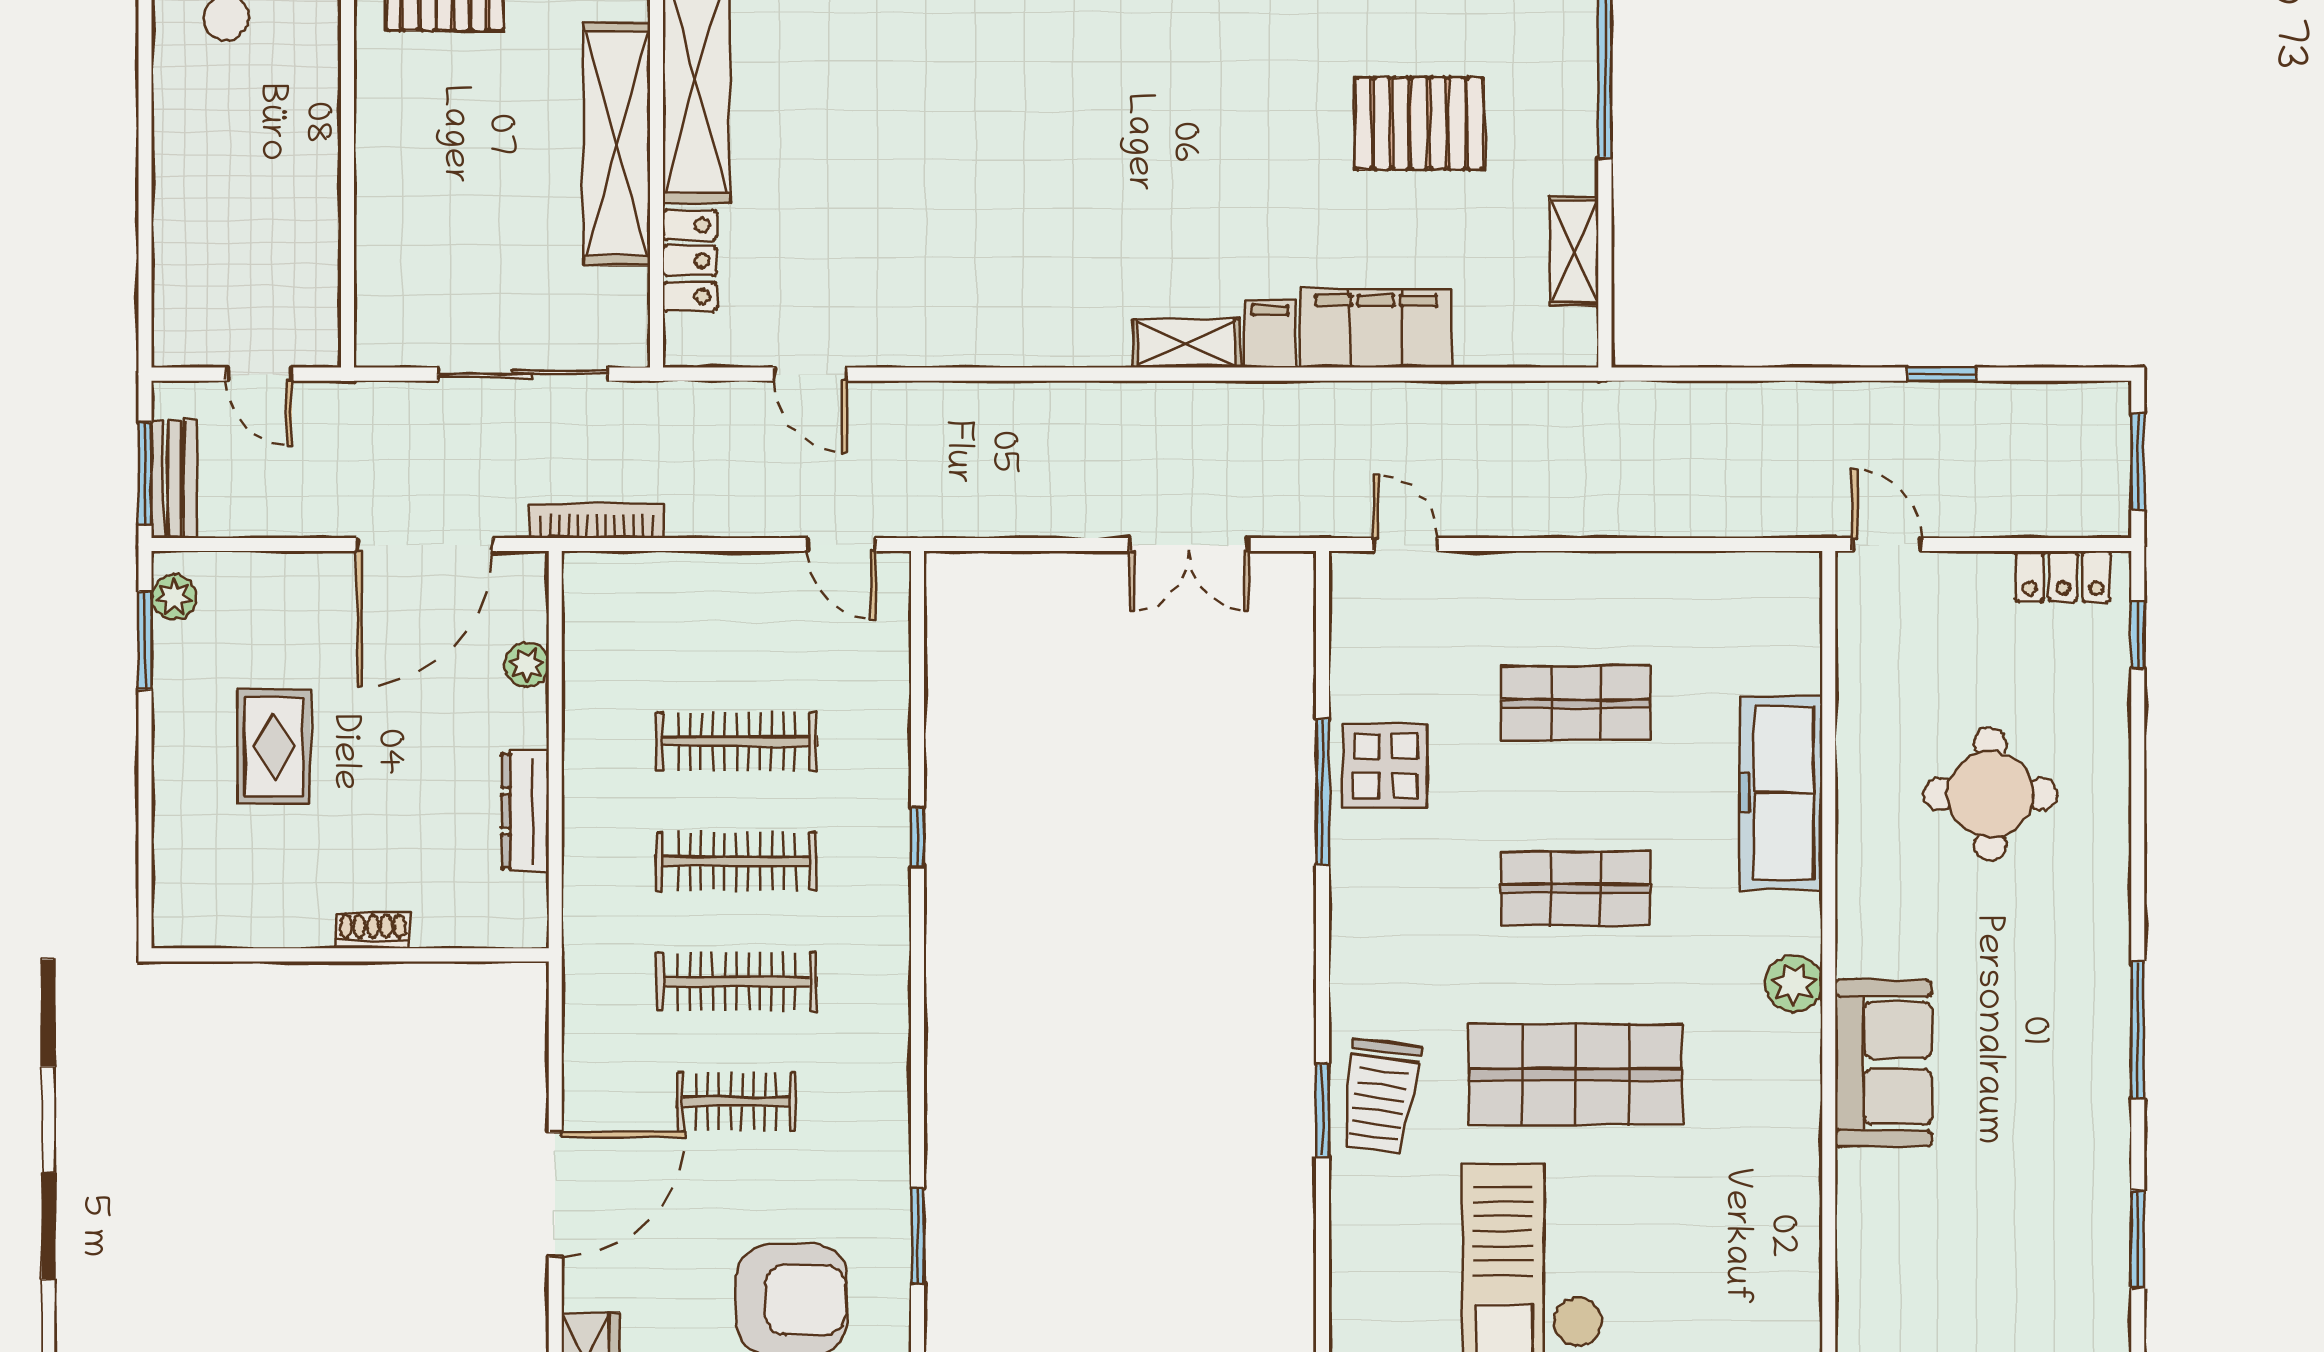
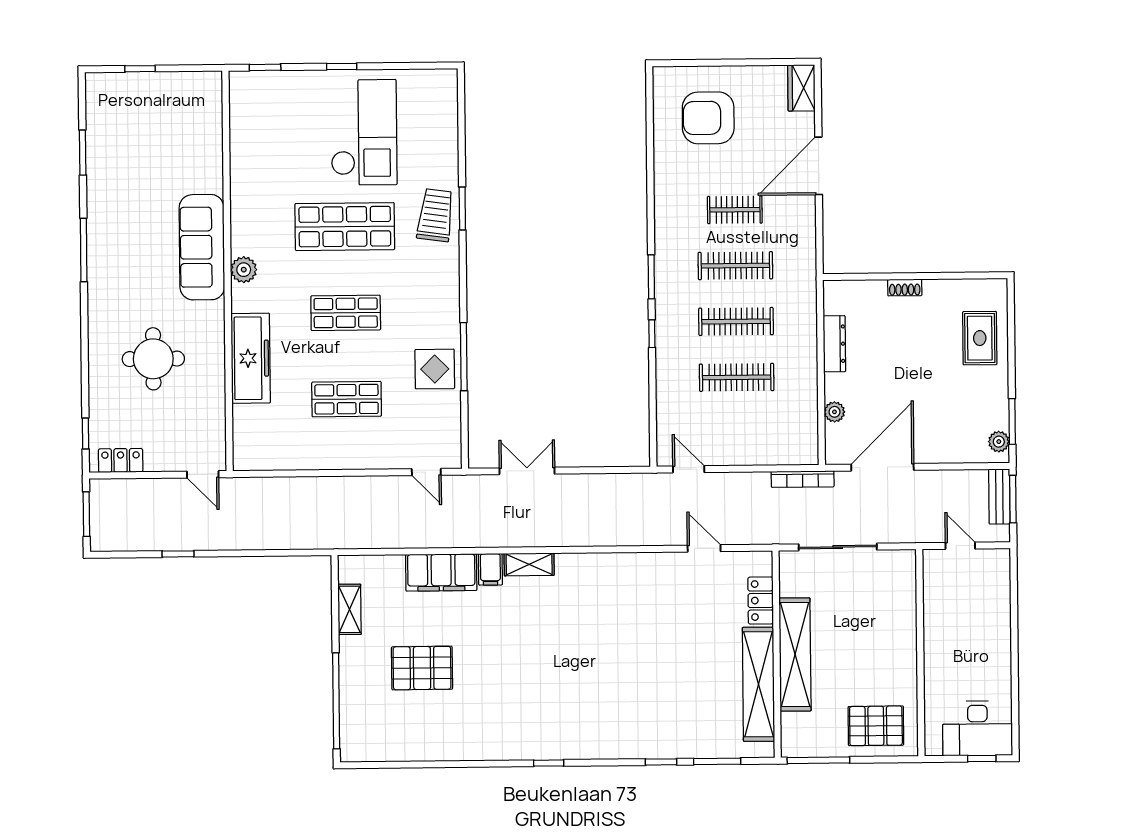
rug: (274, 747) -> (980, 338), moved
sofa: (1883, 1063) -> (202, 247), width x1.36
window: (918, 1236) -> (651, 277), moved

